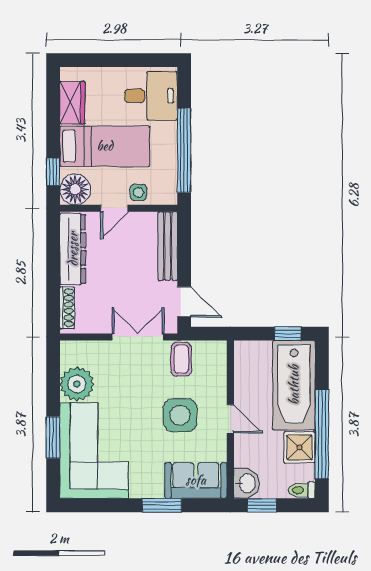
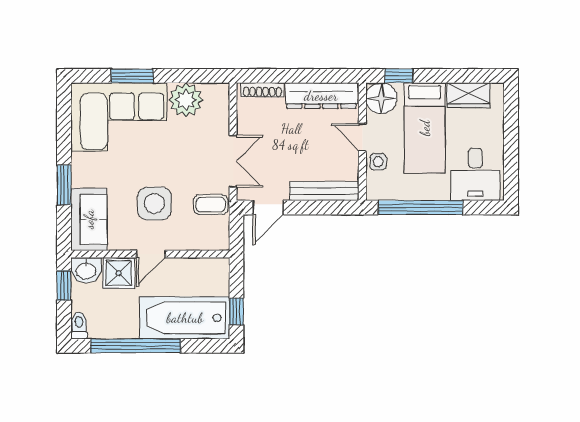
shower: (300, 447) -> (119, 273), moved

